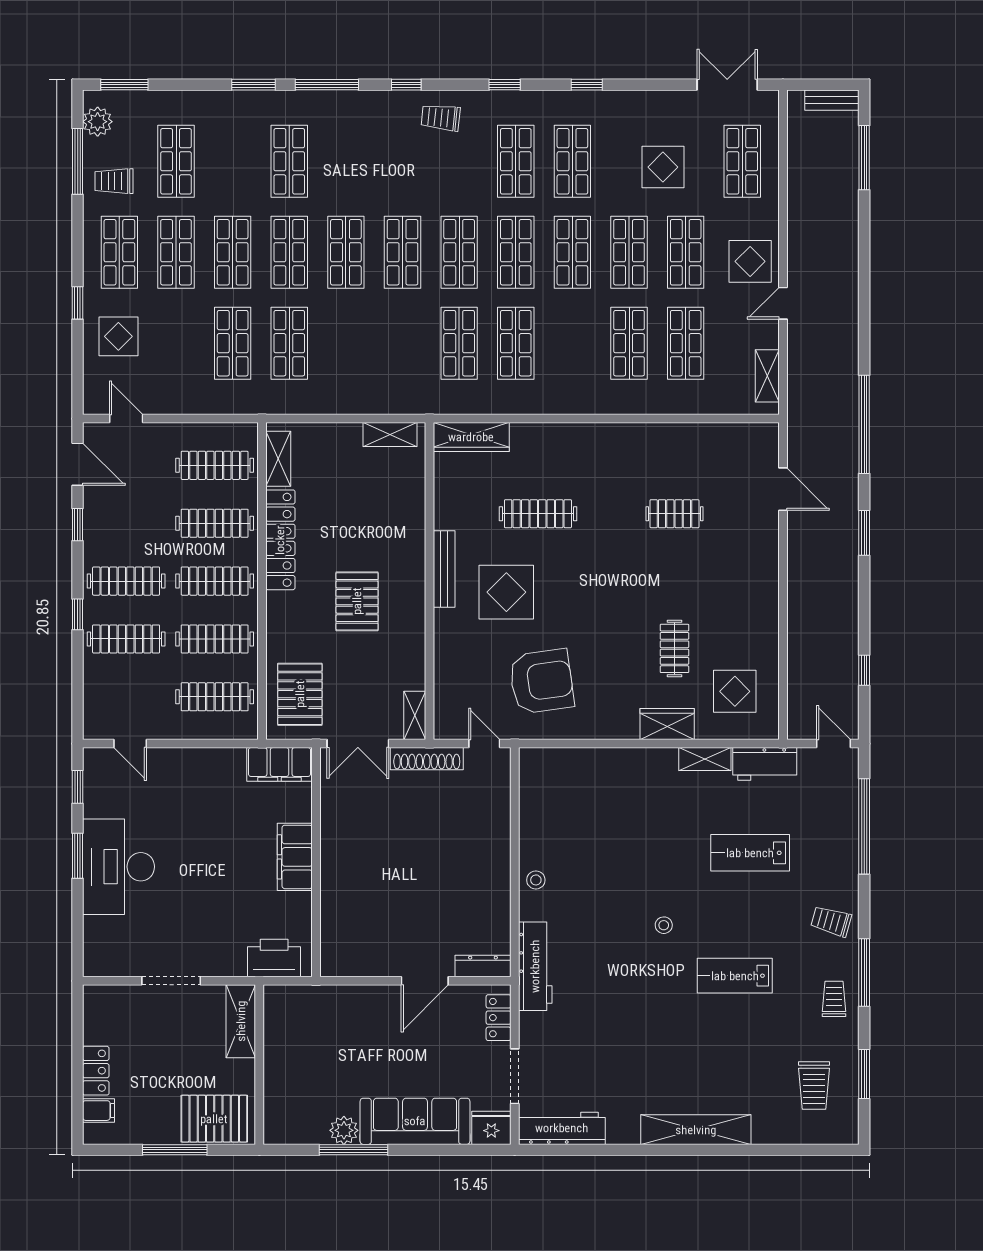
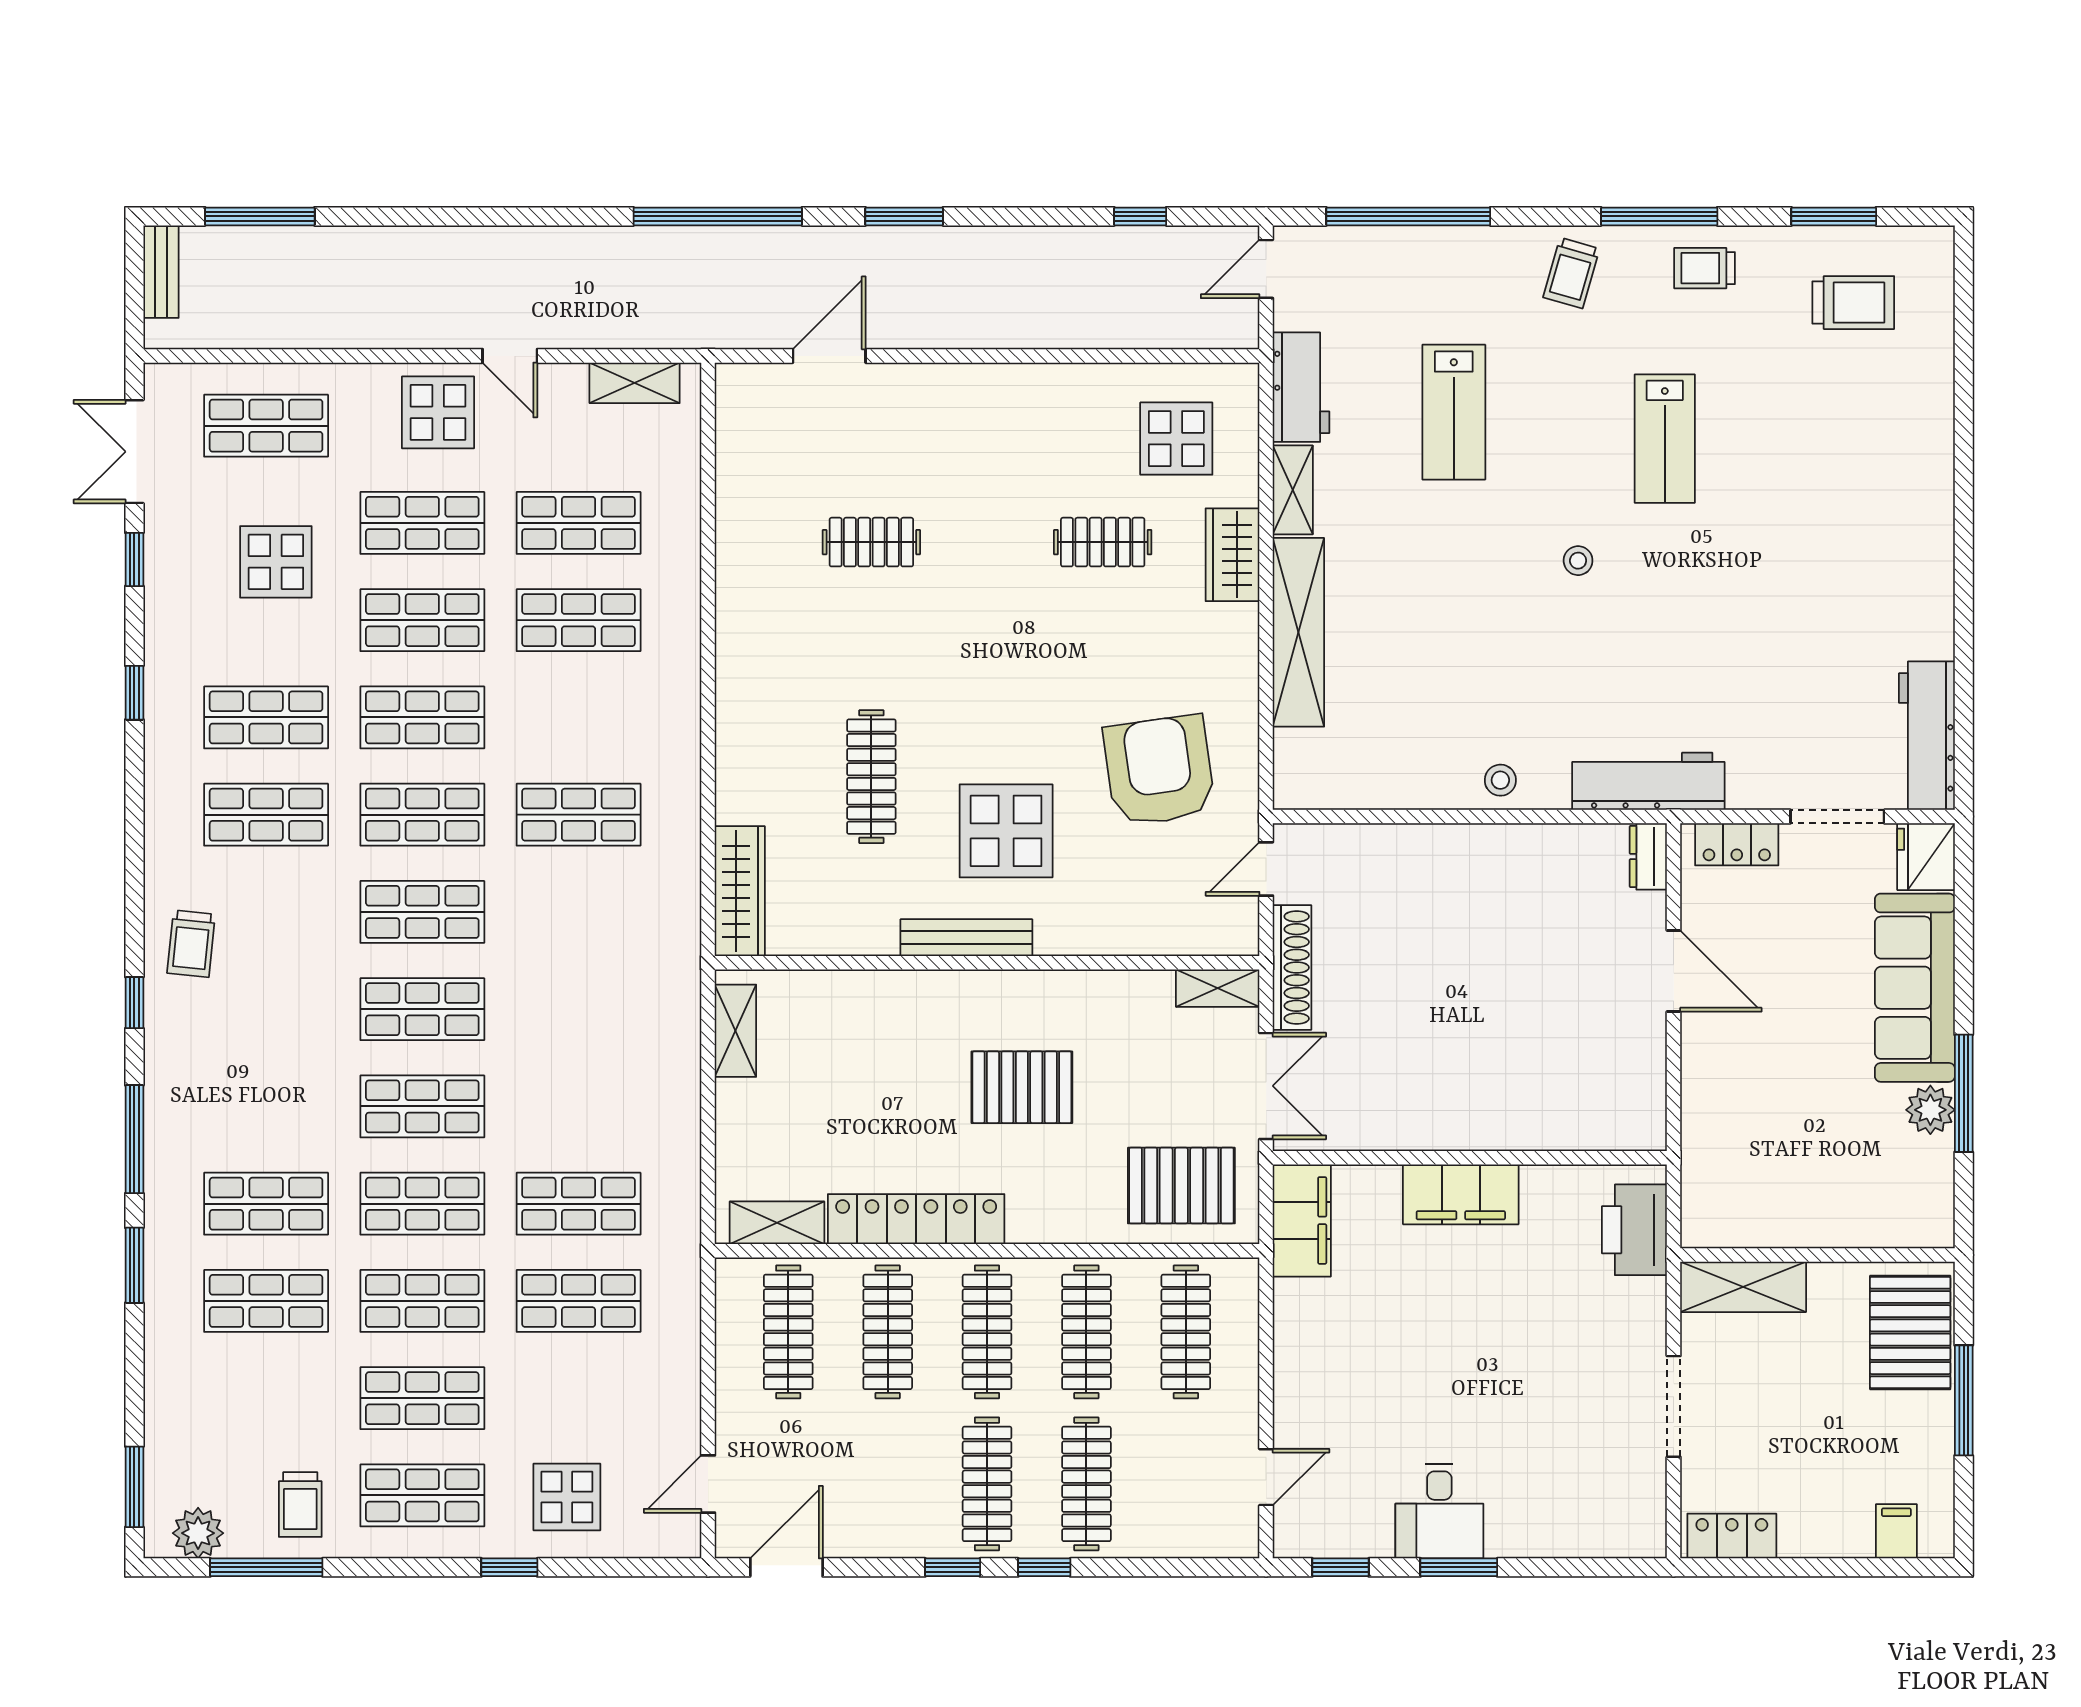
window: (505, 85) -> (134, 559), moved
shop shelf: (176, 161) -> (266, 1301), moved
shop shelf: (459, 343) -> (579, 912), removed
clothes rail: (674, 514) -> (871, 542), turned 90
window: (78, 525) -> (953, 1567), moved
desk: (119, 867) -> (1439, 1511), width x0.53, depth x0.77
dresser: (483, 966) -> (1648, 856), width x0.70
locker: (96, 1071) -> (1732, 1536), moved
shelving: (696, 1130) -> (1298, 632), moved

